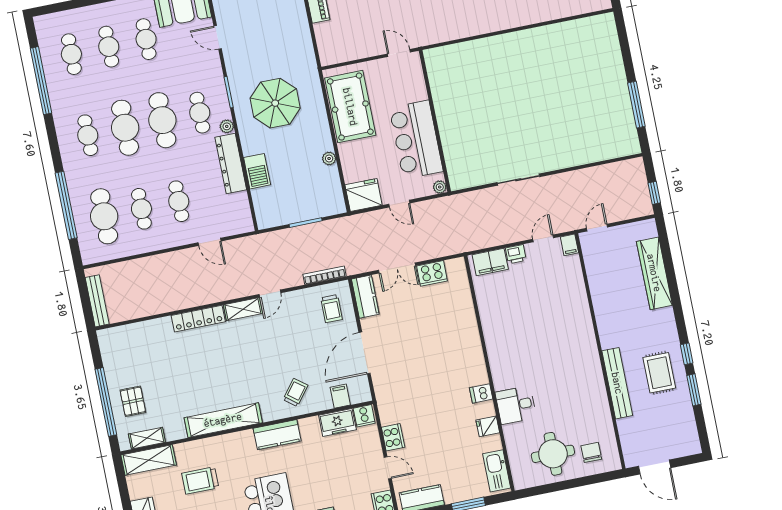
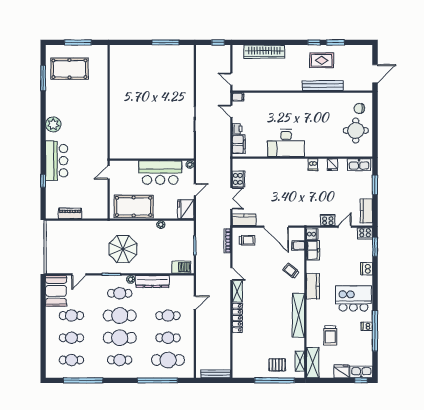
barbecue: (257, 171) -> (181, 267), moved
desk: (516, 405) -> (286, 143), moved, width x1.87, depth x1.30

